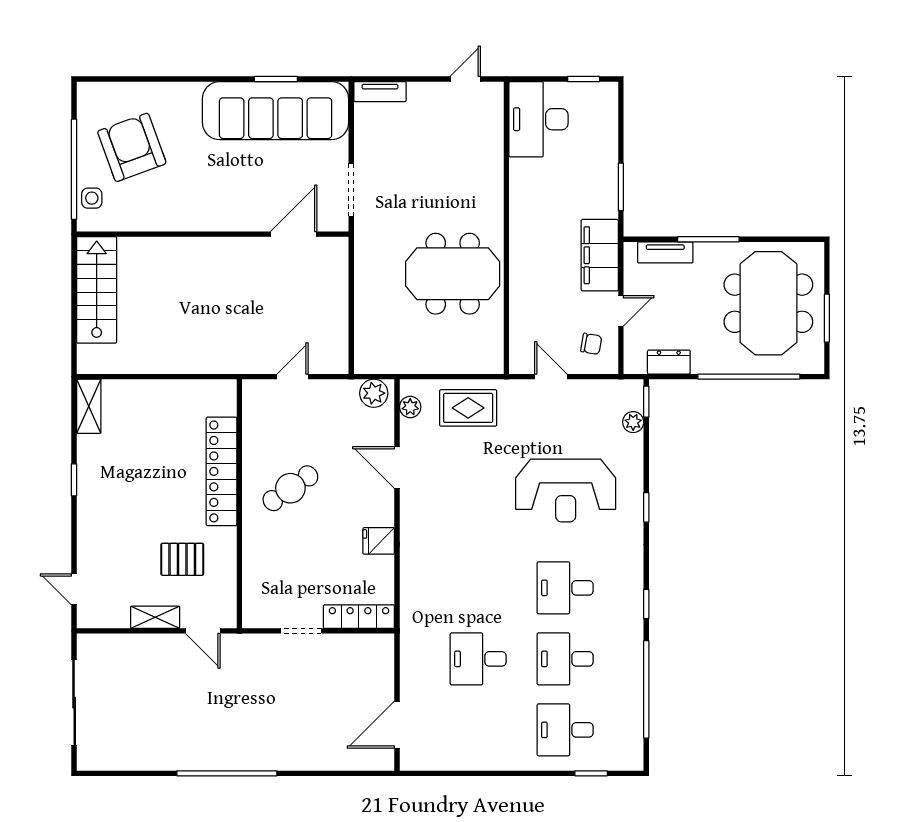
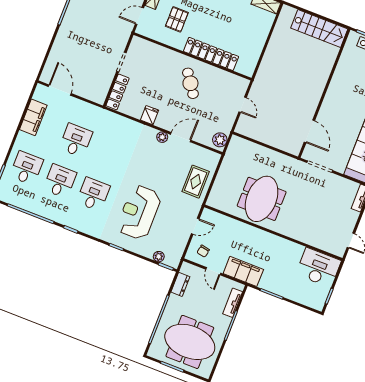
plant: (410, 407) -> (162, 137), moved
filing cabinet: (467, 754) -> (33, 117), added

